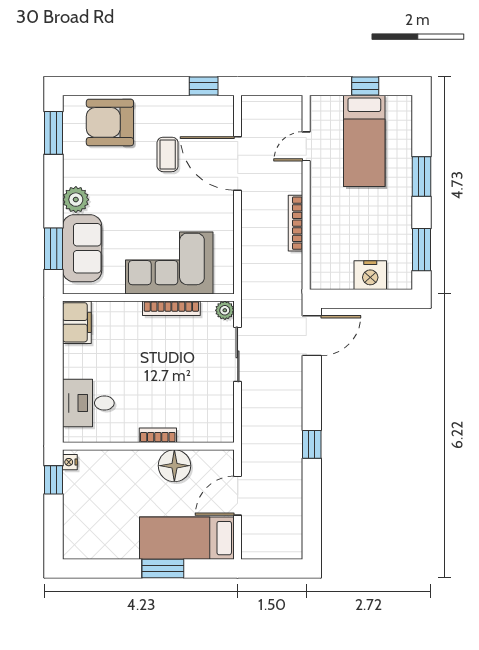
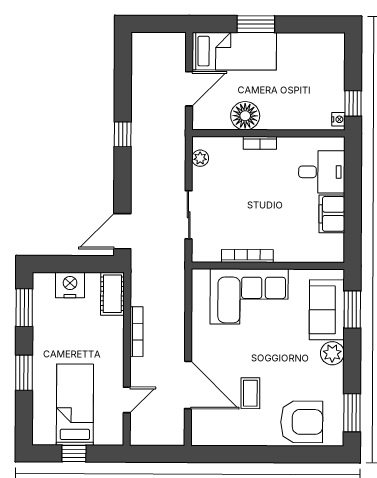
window: (204, 86) -> (218, 454), removed
cot: (323, 265) -> (112, 294), added
plant: (225, 310) -> (200, 158), moved
filing cabinet: (77, 322) -> (332, 214), moved

